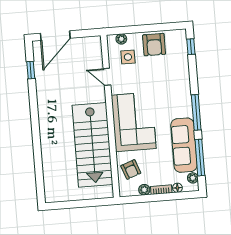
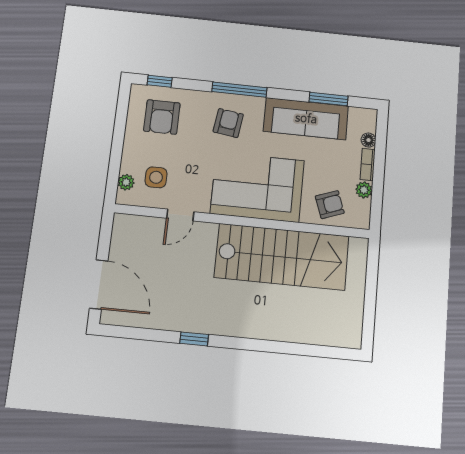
armchair: (154, 45) -> (162, 117), moved, turned 90
window: (31, 70) -> (194, 339), moved
armchair: (172, 96) -> (228, 123), added
window: (196, 112) -> (239, 90), moved
window: (200, 158) -> (328, 99), width x0.69
plant: (193, 178) -> (357, 115), removed

